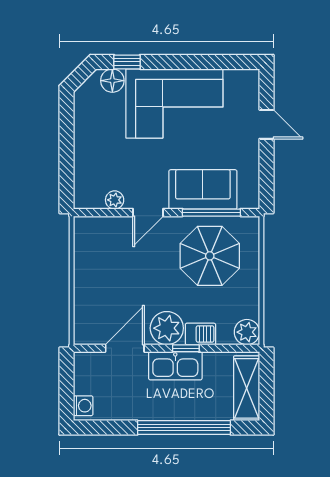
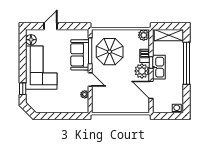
floor lamp: (112, 81) -> (31, 40), moved

